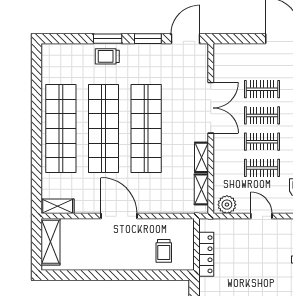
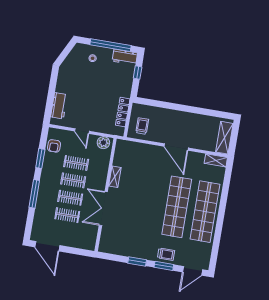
door: (186, 39) -> (193, 271), moved
shop shelf: (146, 129) -> (148, 202), removed
shelving: (201, 189) -> (119, 156), removed
trolley: (164, 251) -> (142, 126), moved

